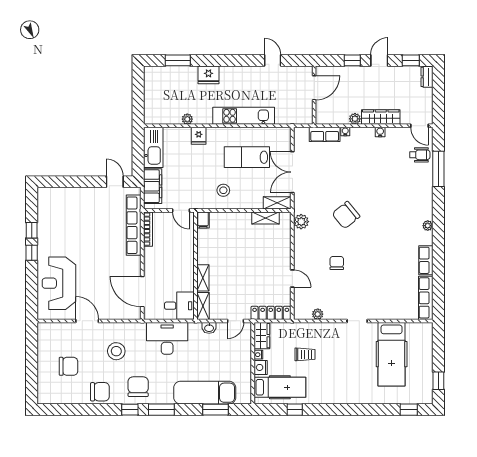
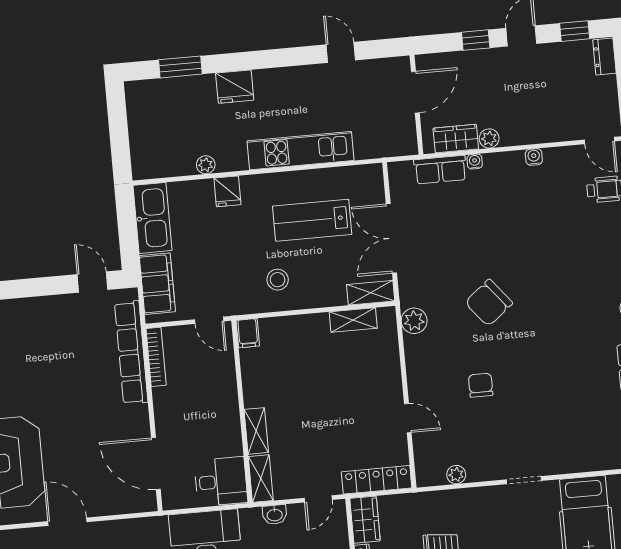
wardrobe: (381, 117) -> (456, 139), moved, width x0.67

